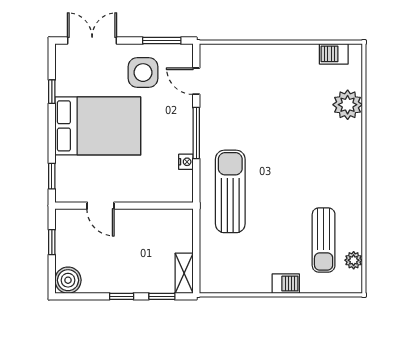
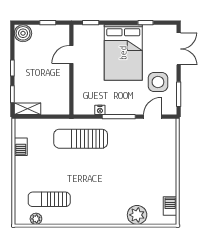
sun lounger: (230, 191) -> (81, 139), turned 180
barbecue: (286, 284) -> (21, 147), moved

